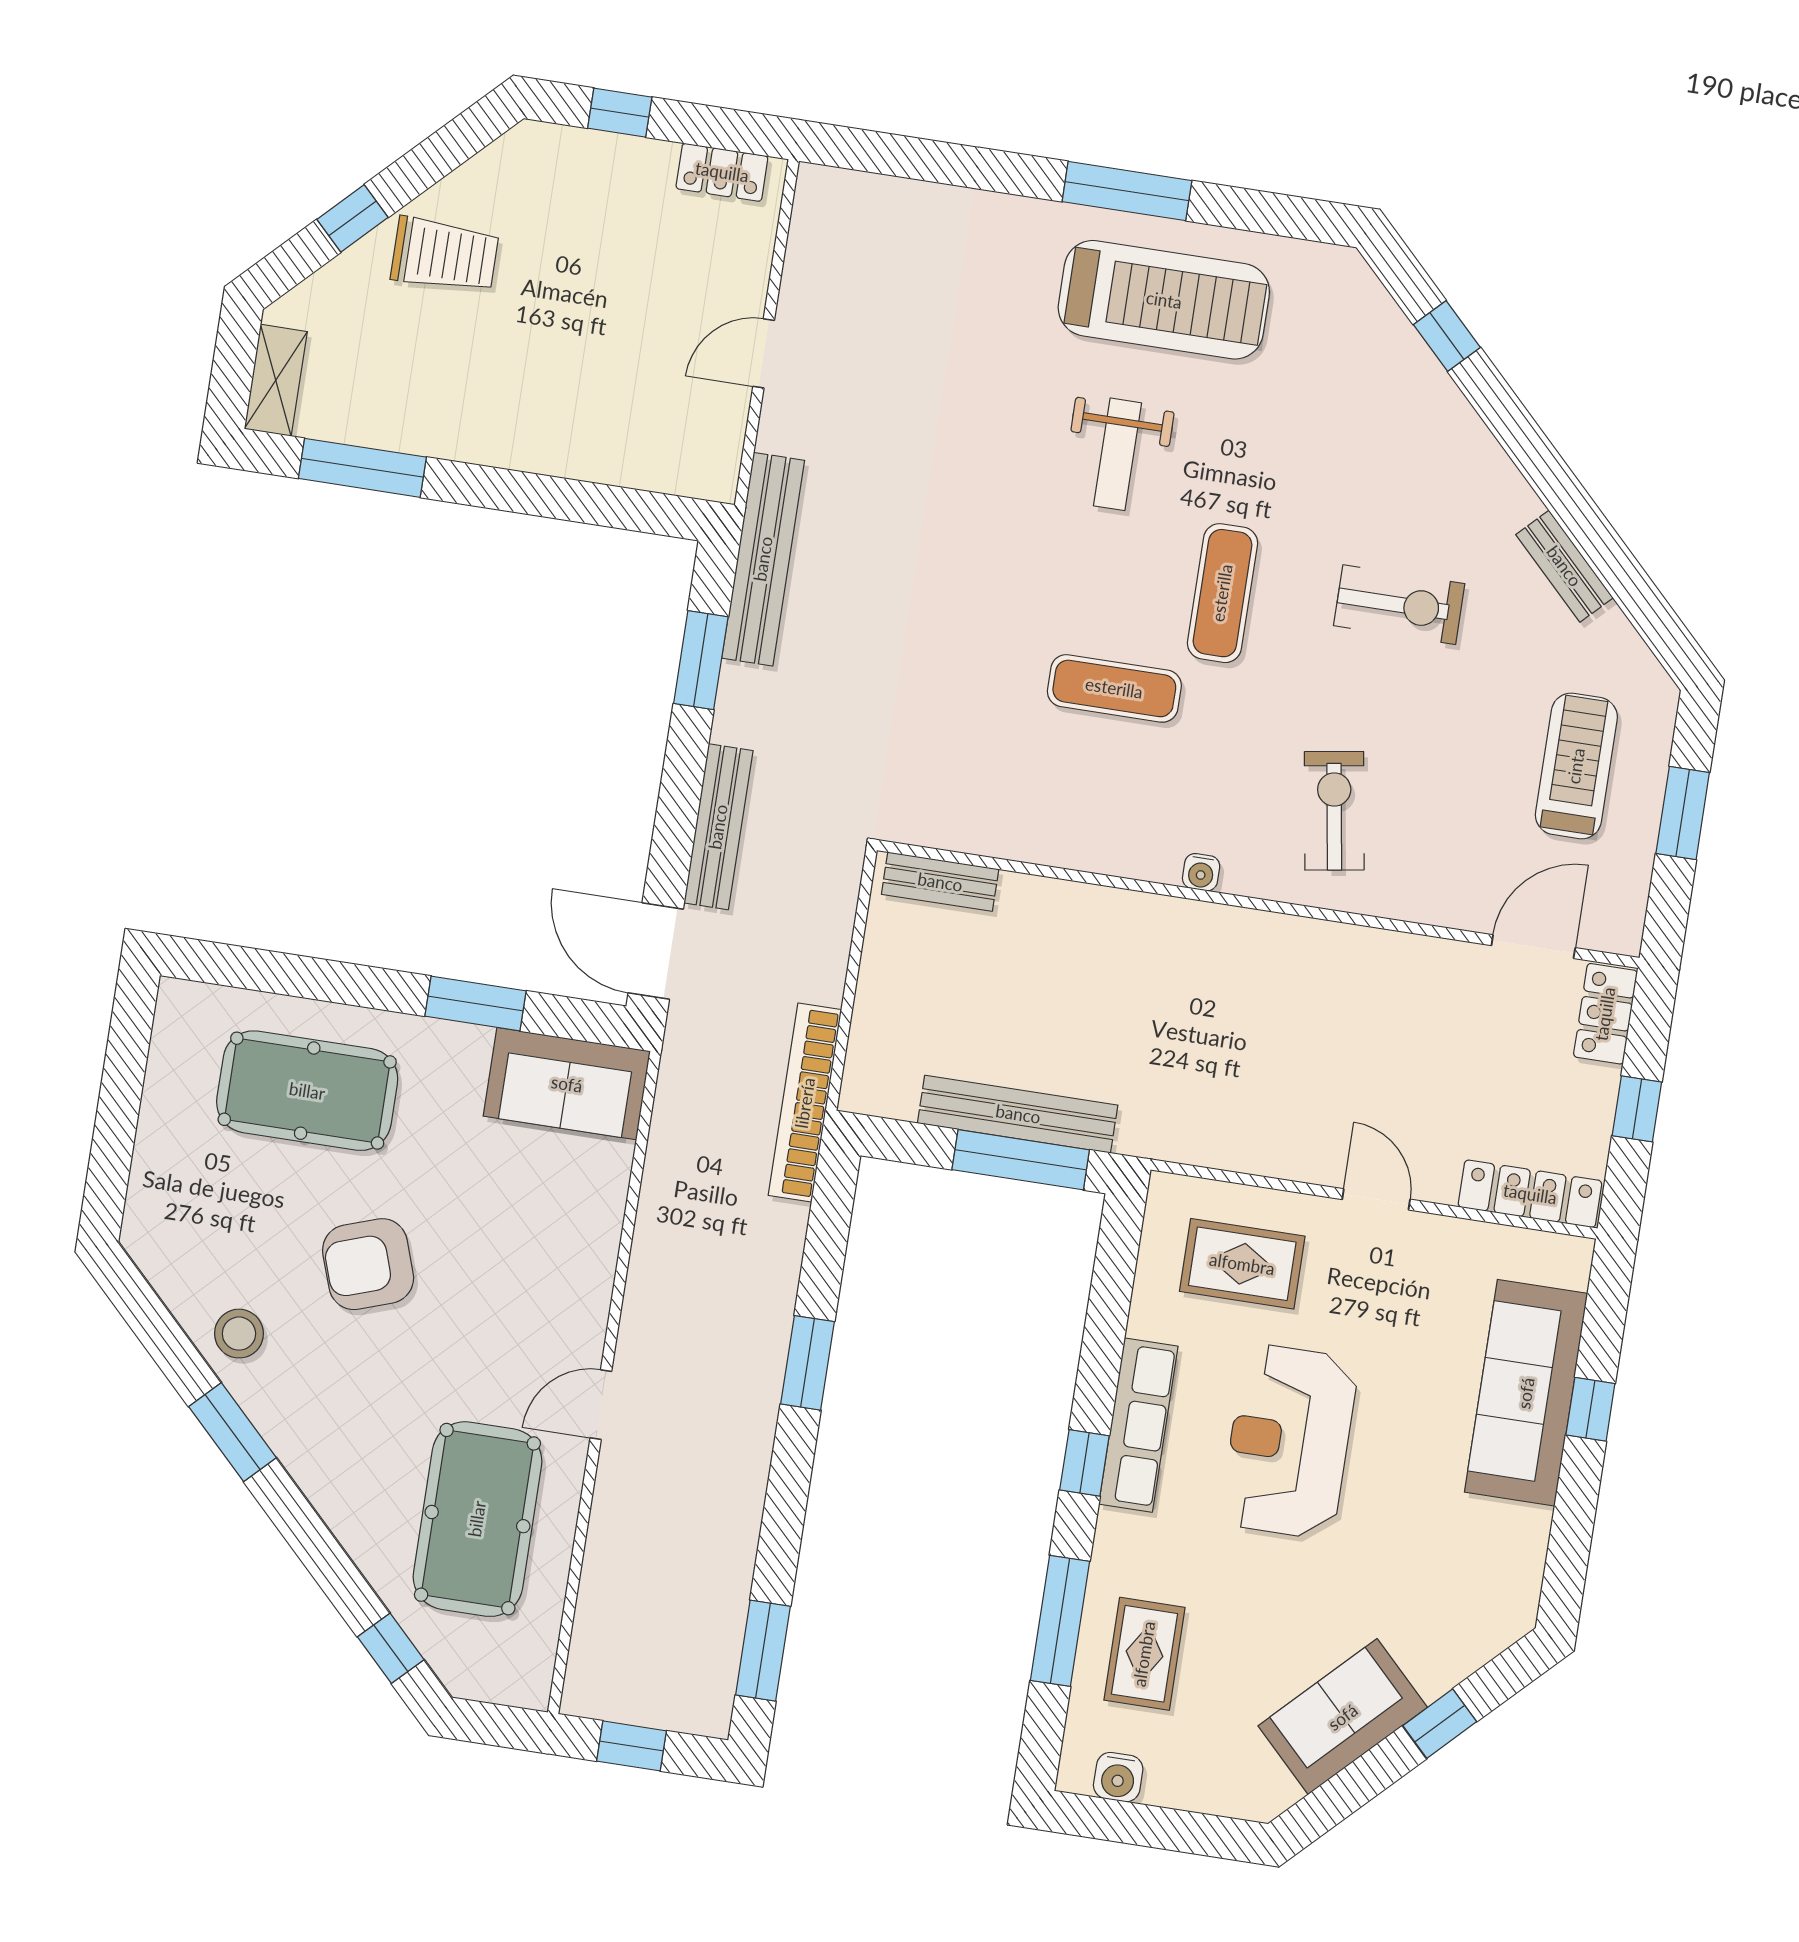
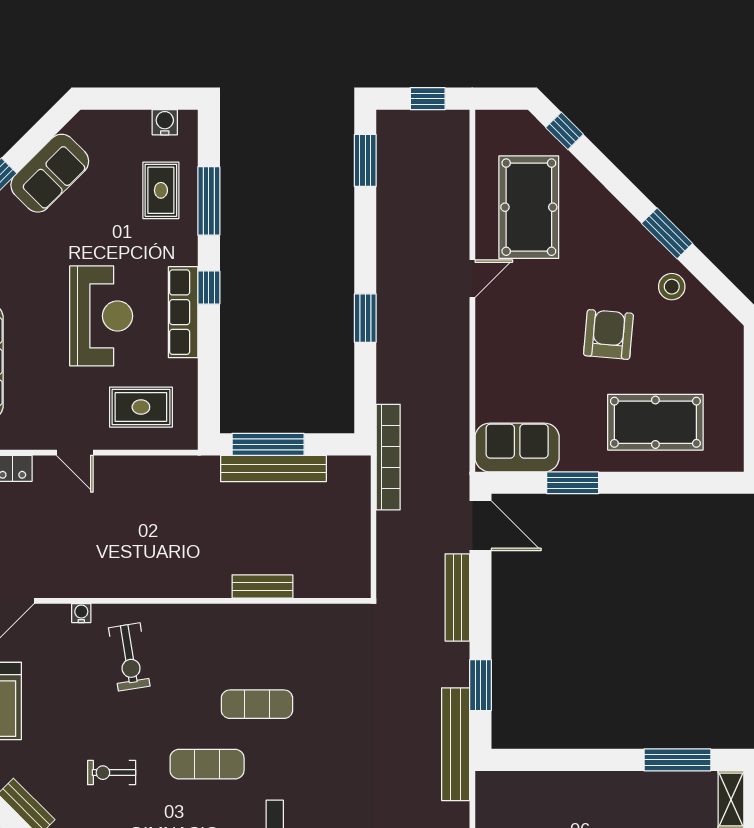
exercise mat: (1222, 593) -> (207, 764), turned 90
exercise bike: (1399, 605) -> (112, 773), width x0.73, depth x0.72
water cooler: (1201, 872) -> (81, 613), moved
bench: (940, 882) -> (262, 586), moved
armchair: (368, 1264) -> (608, 334), turned -66

